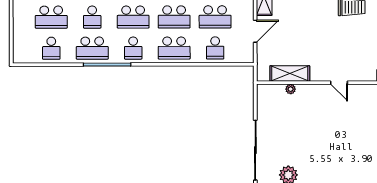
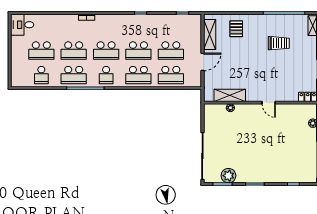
school desk: (92, 17) -> (74, 51), width x1.85
school desk: (215, 48) -> (171, 75), width x1.85

